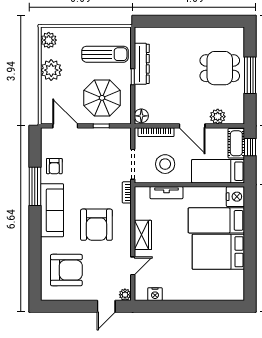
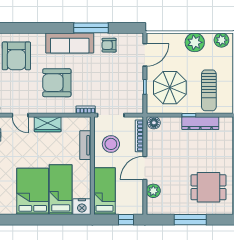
dining table: (220, 68) -> (208, 187), moved, turned 90
cot: (236, 143) -> (129, 207), removed

